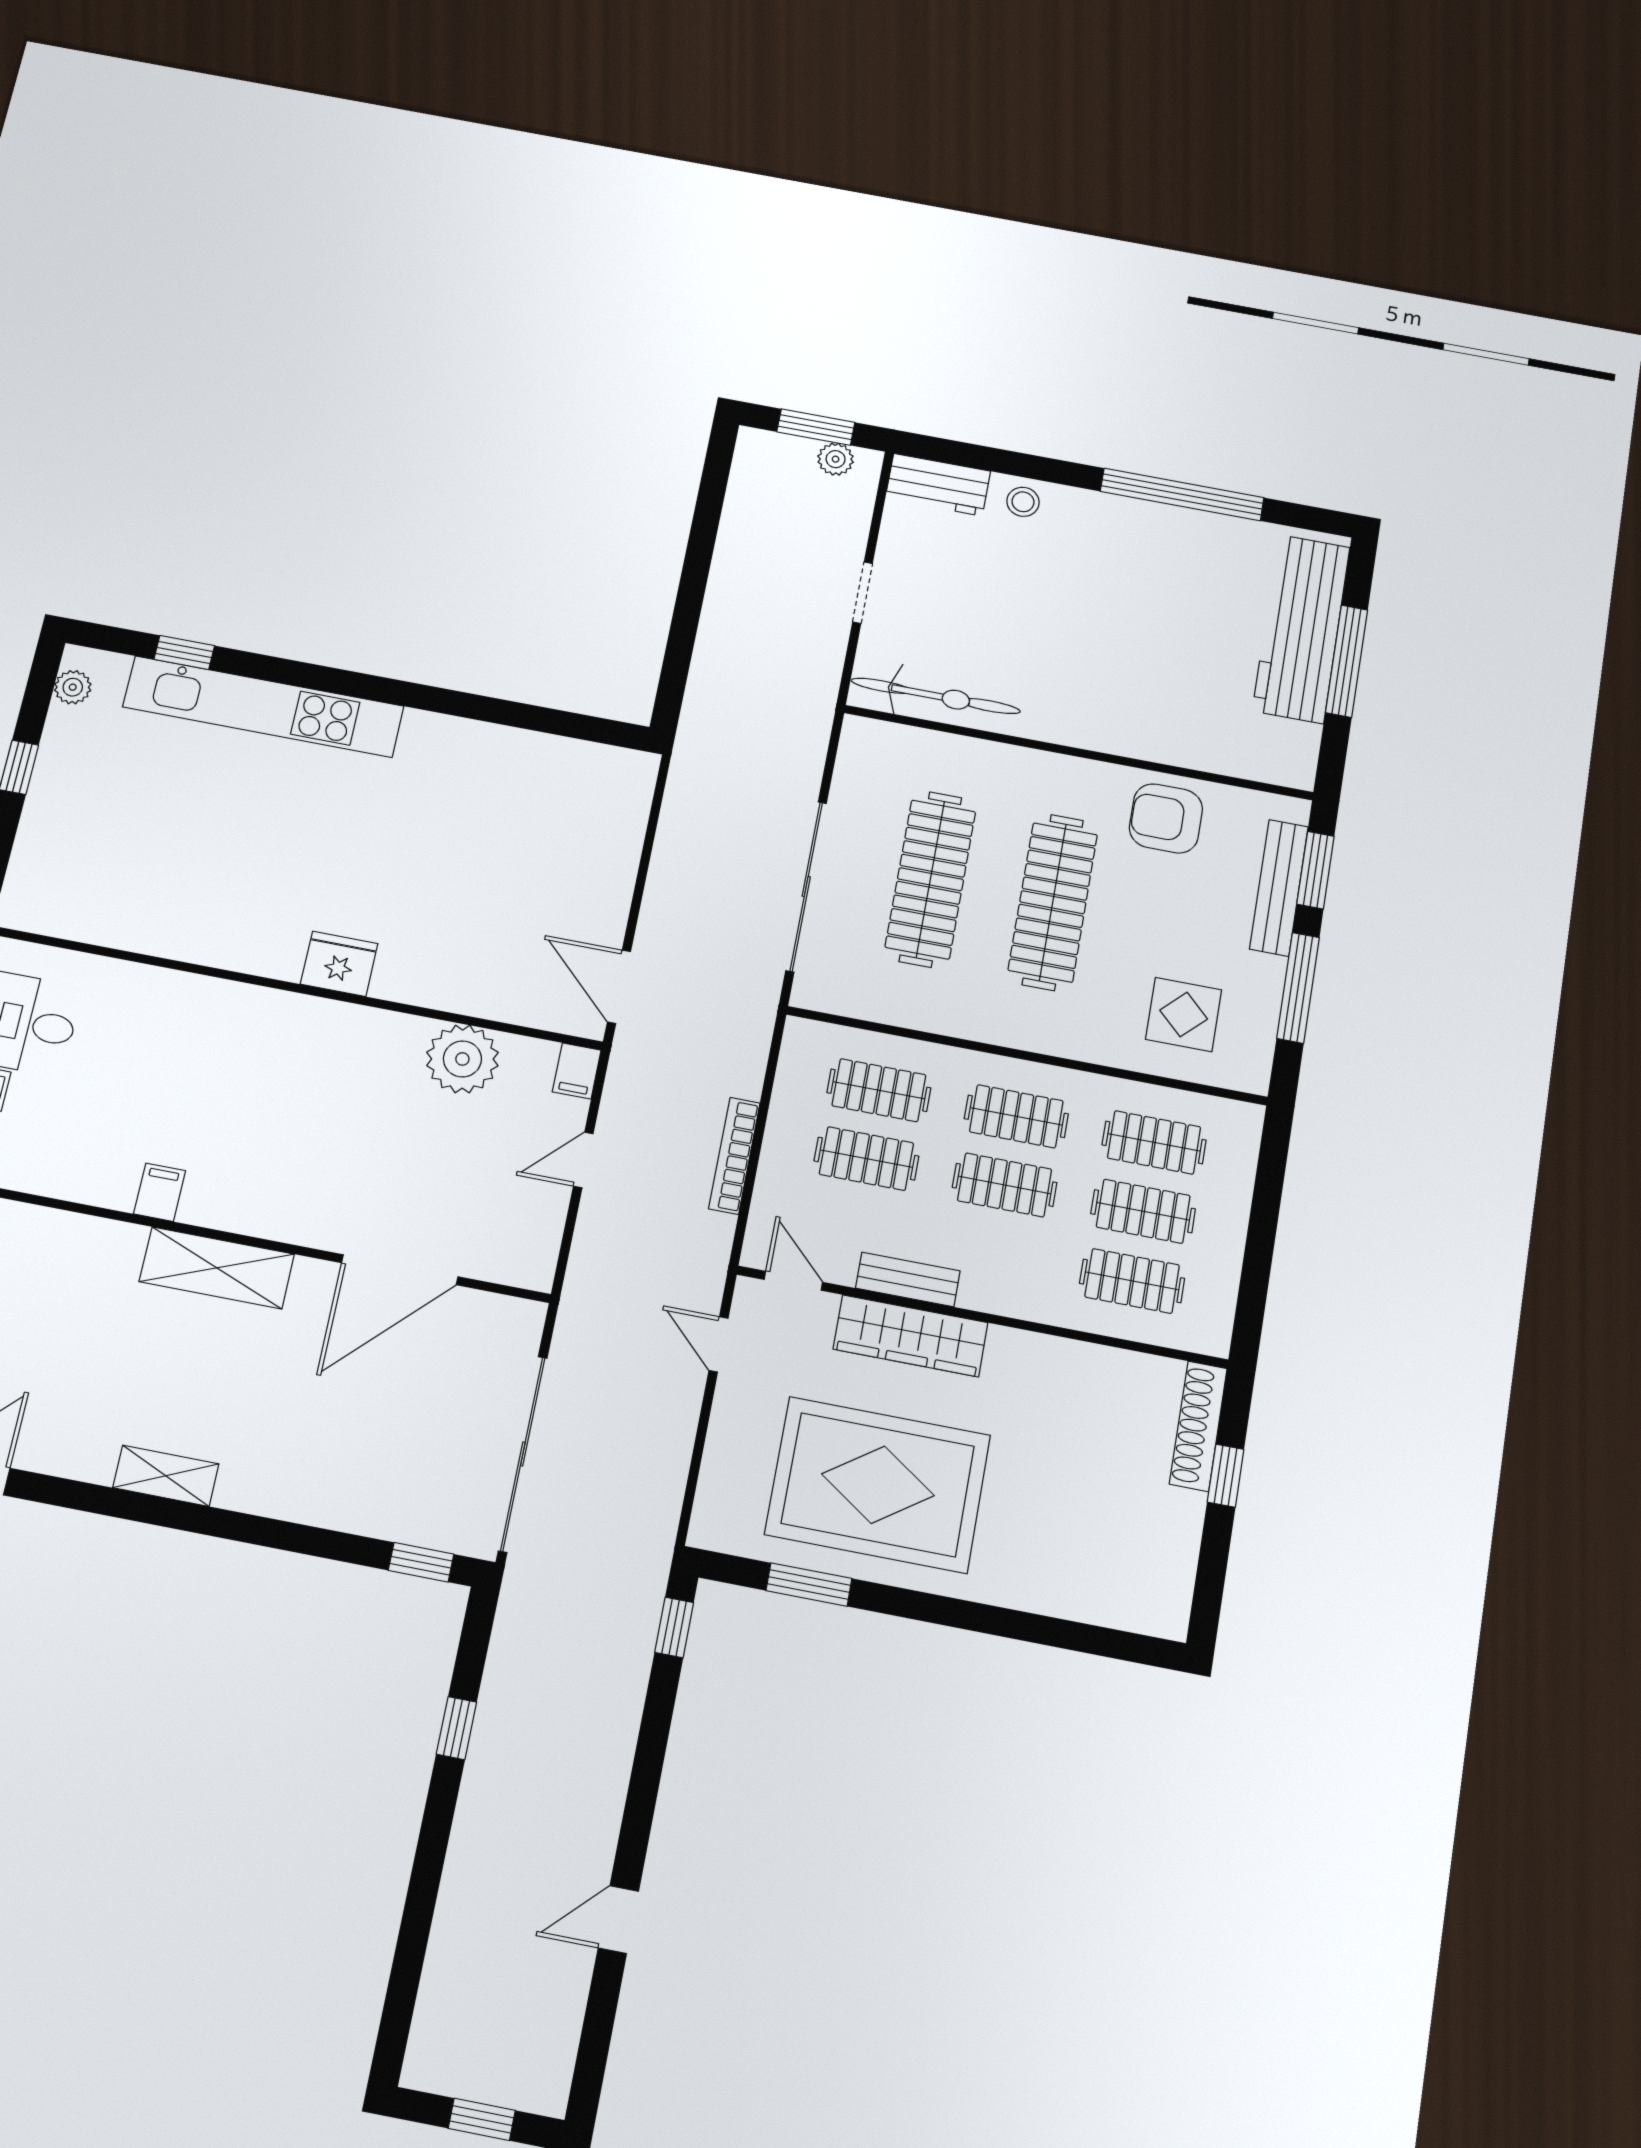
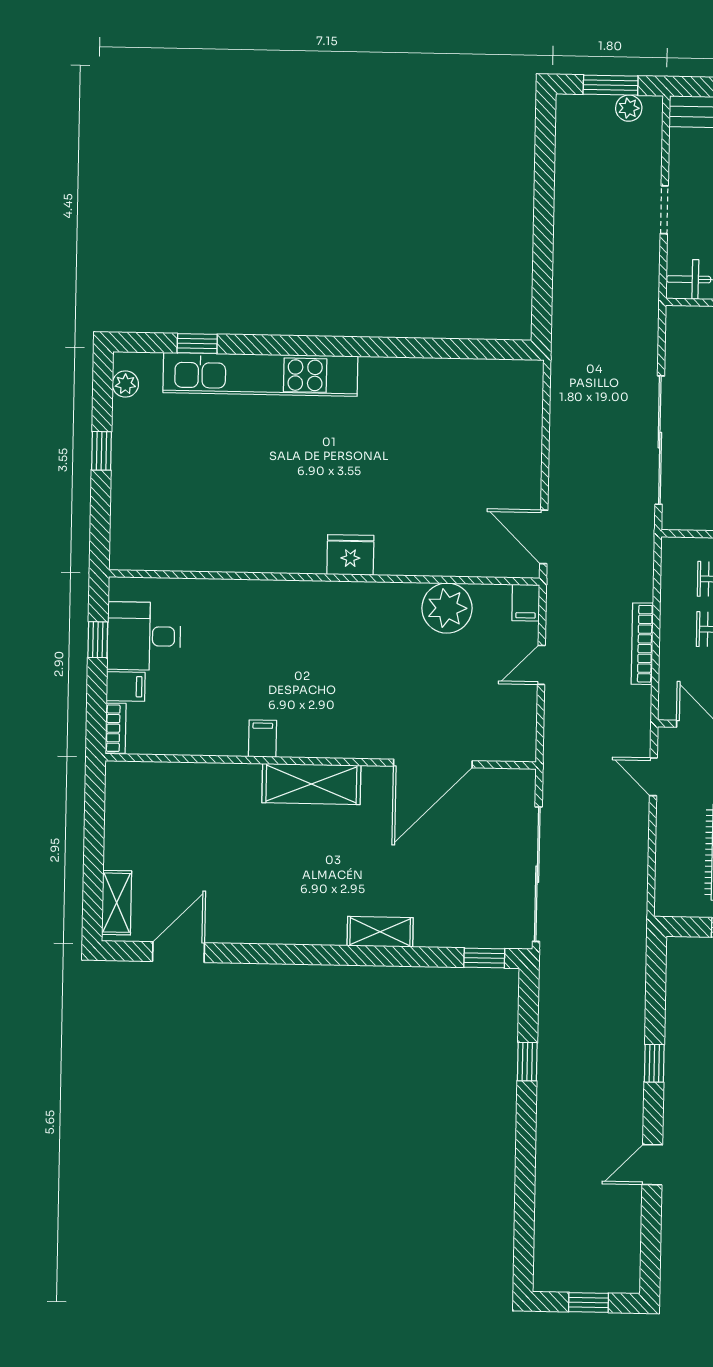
shelving: (166, 1476) -> (380, 932), moved
window: (674, 1627) -> (654, 1063), moved

